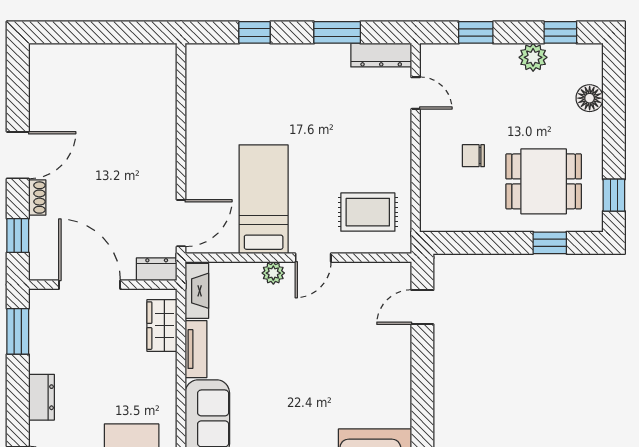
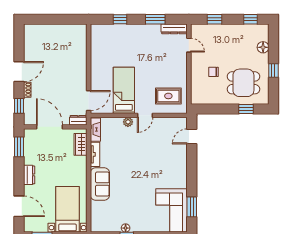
plant: (533, 57) -> (239, 30), removed
window: (614, 195) -> (273, 70), moved

